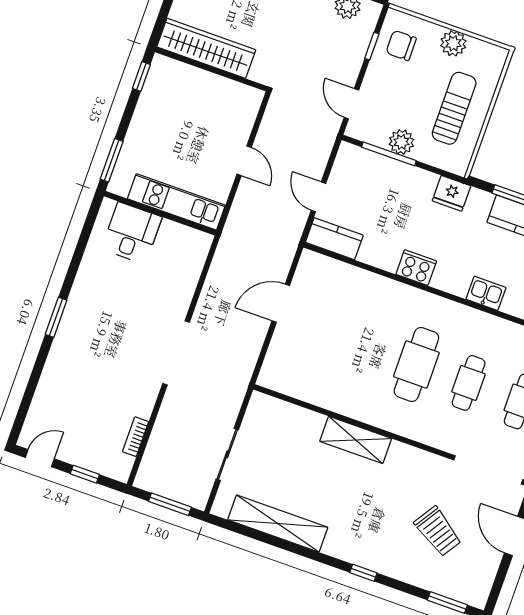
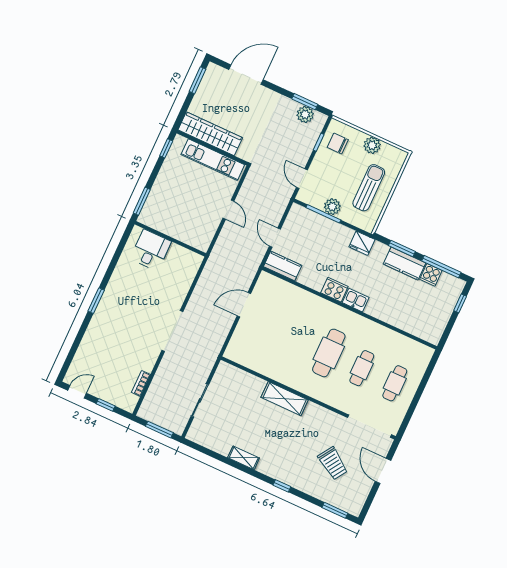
kitchen unit: (176, 202) -> (213, 160), moved, turned 180
kitchen sink: (486, 293) -> (356, 300), moved
shelving: (278, 524) -> (244, 458), width x0.45, depth x0.75

